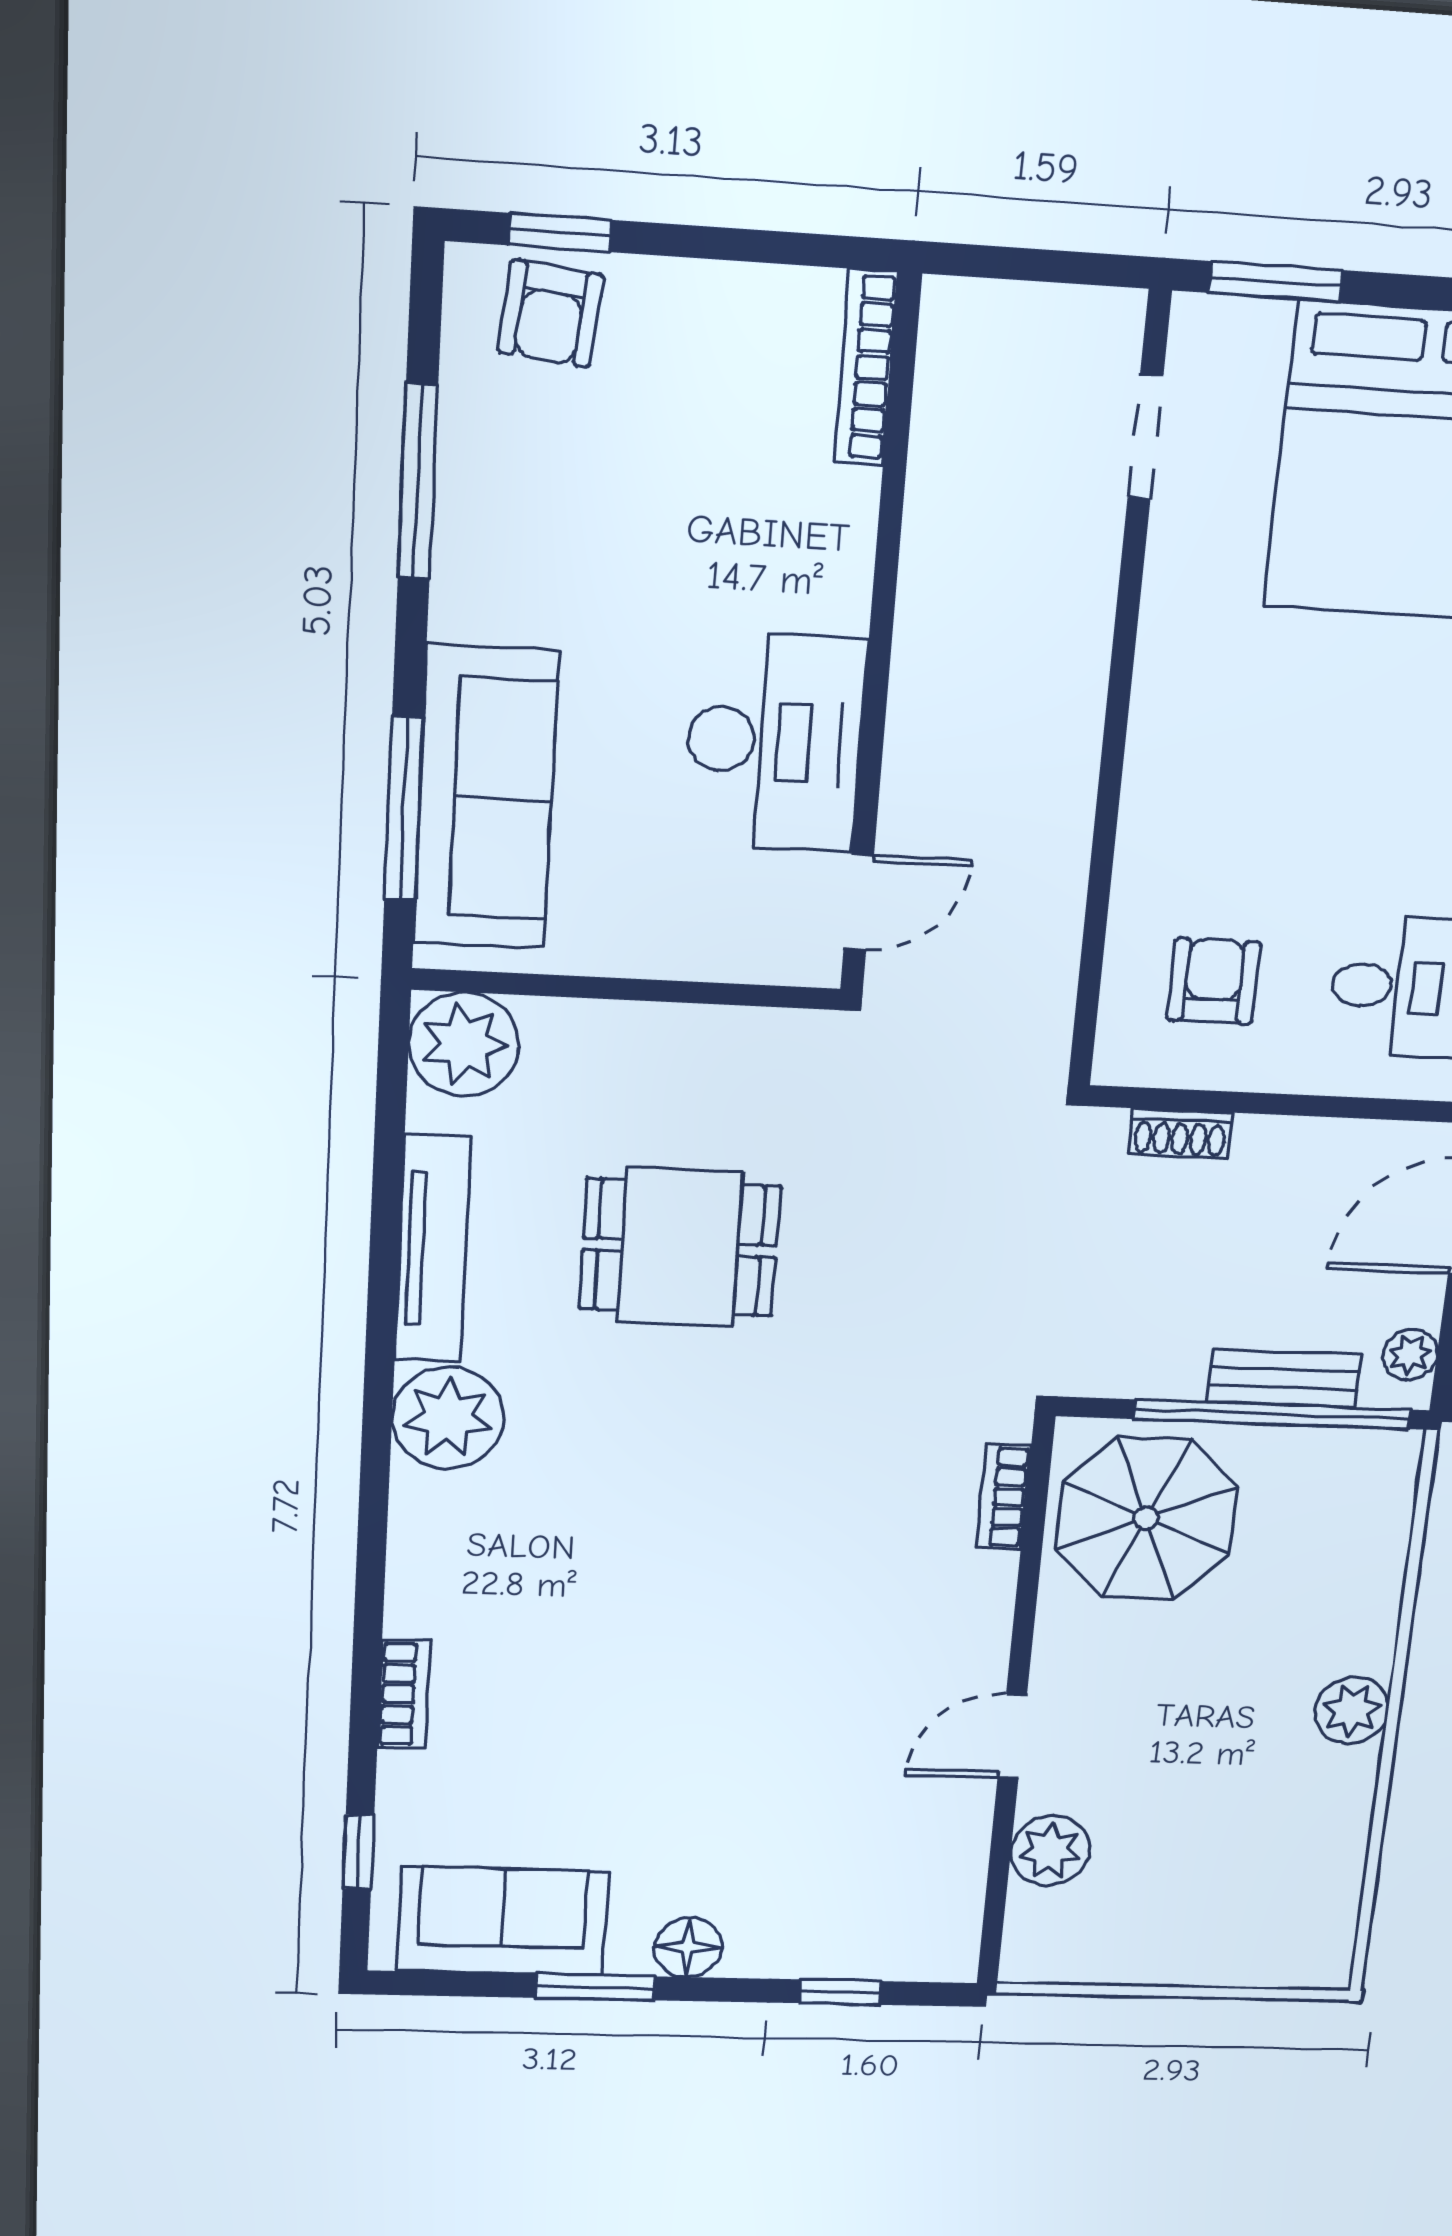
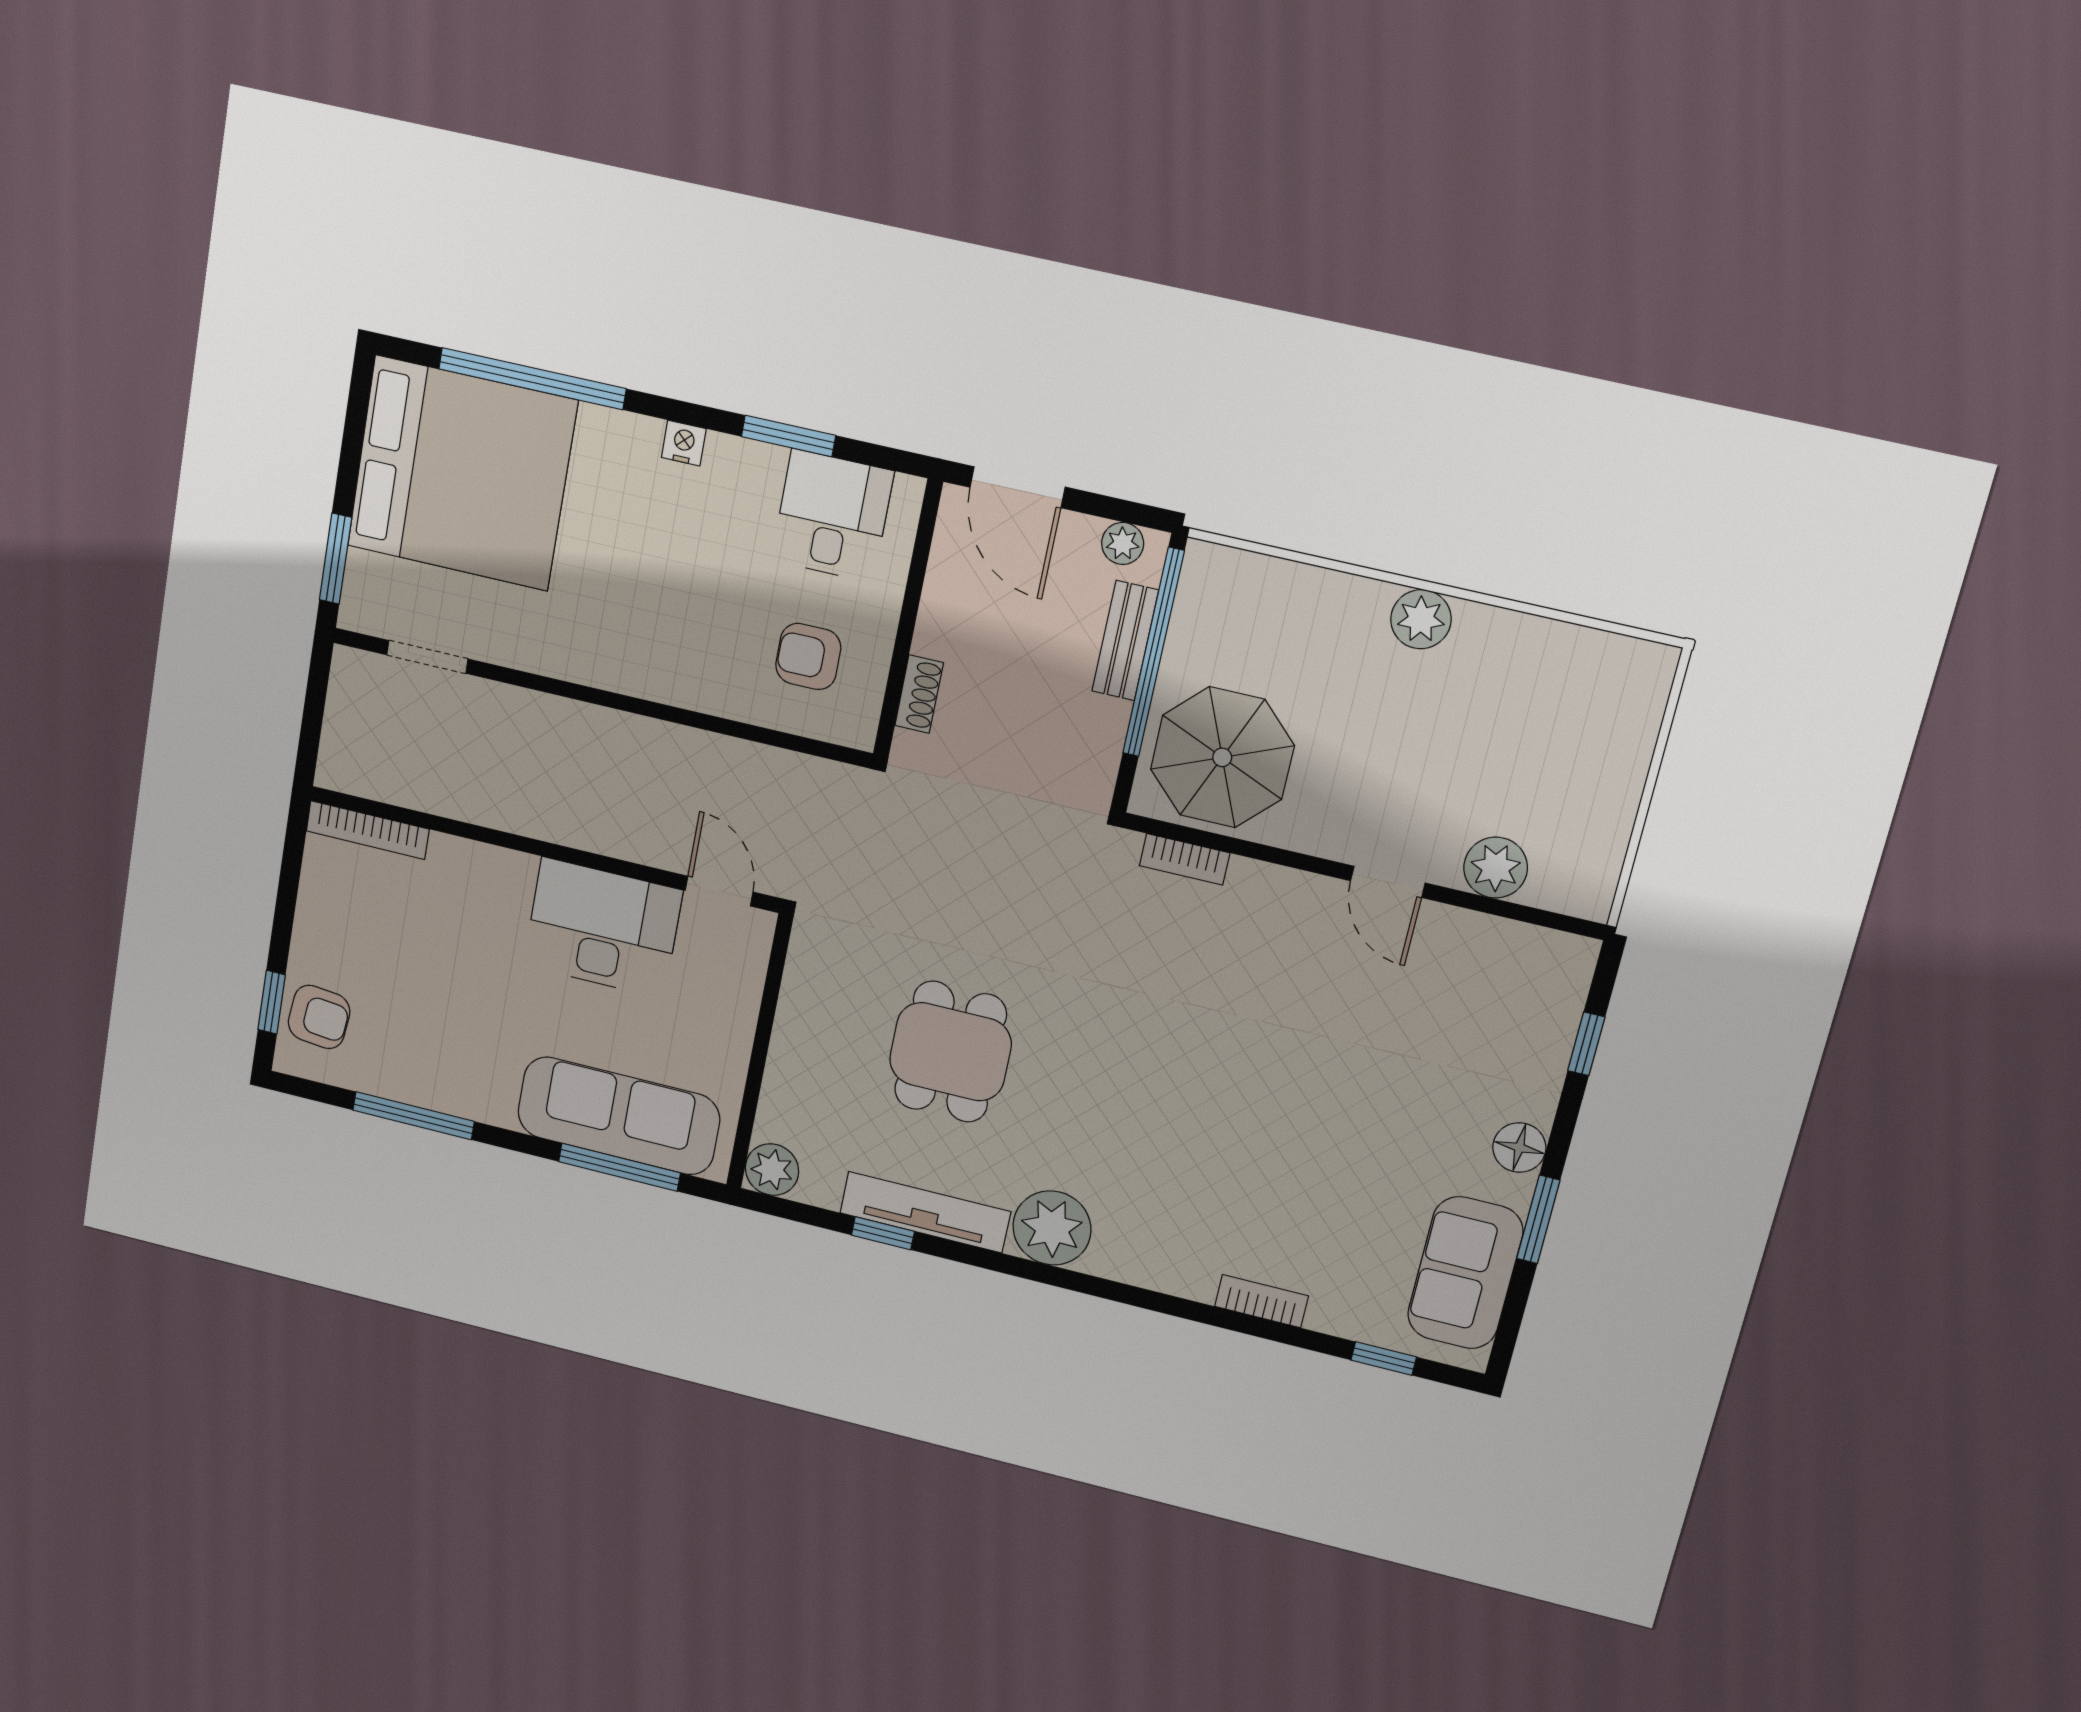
plant: (464, 1044) -> (772, 1170), width x0.73, depth x0.73
window: (387, 1197) -> (883, 1233), added

